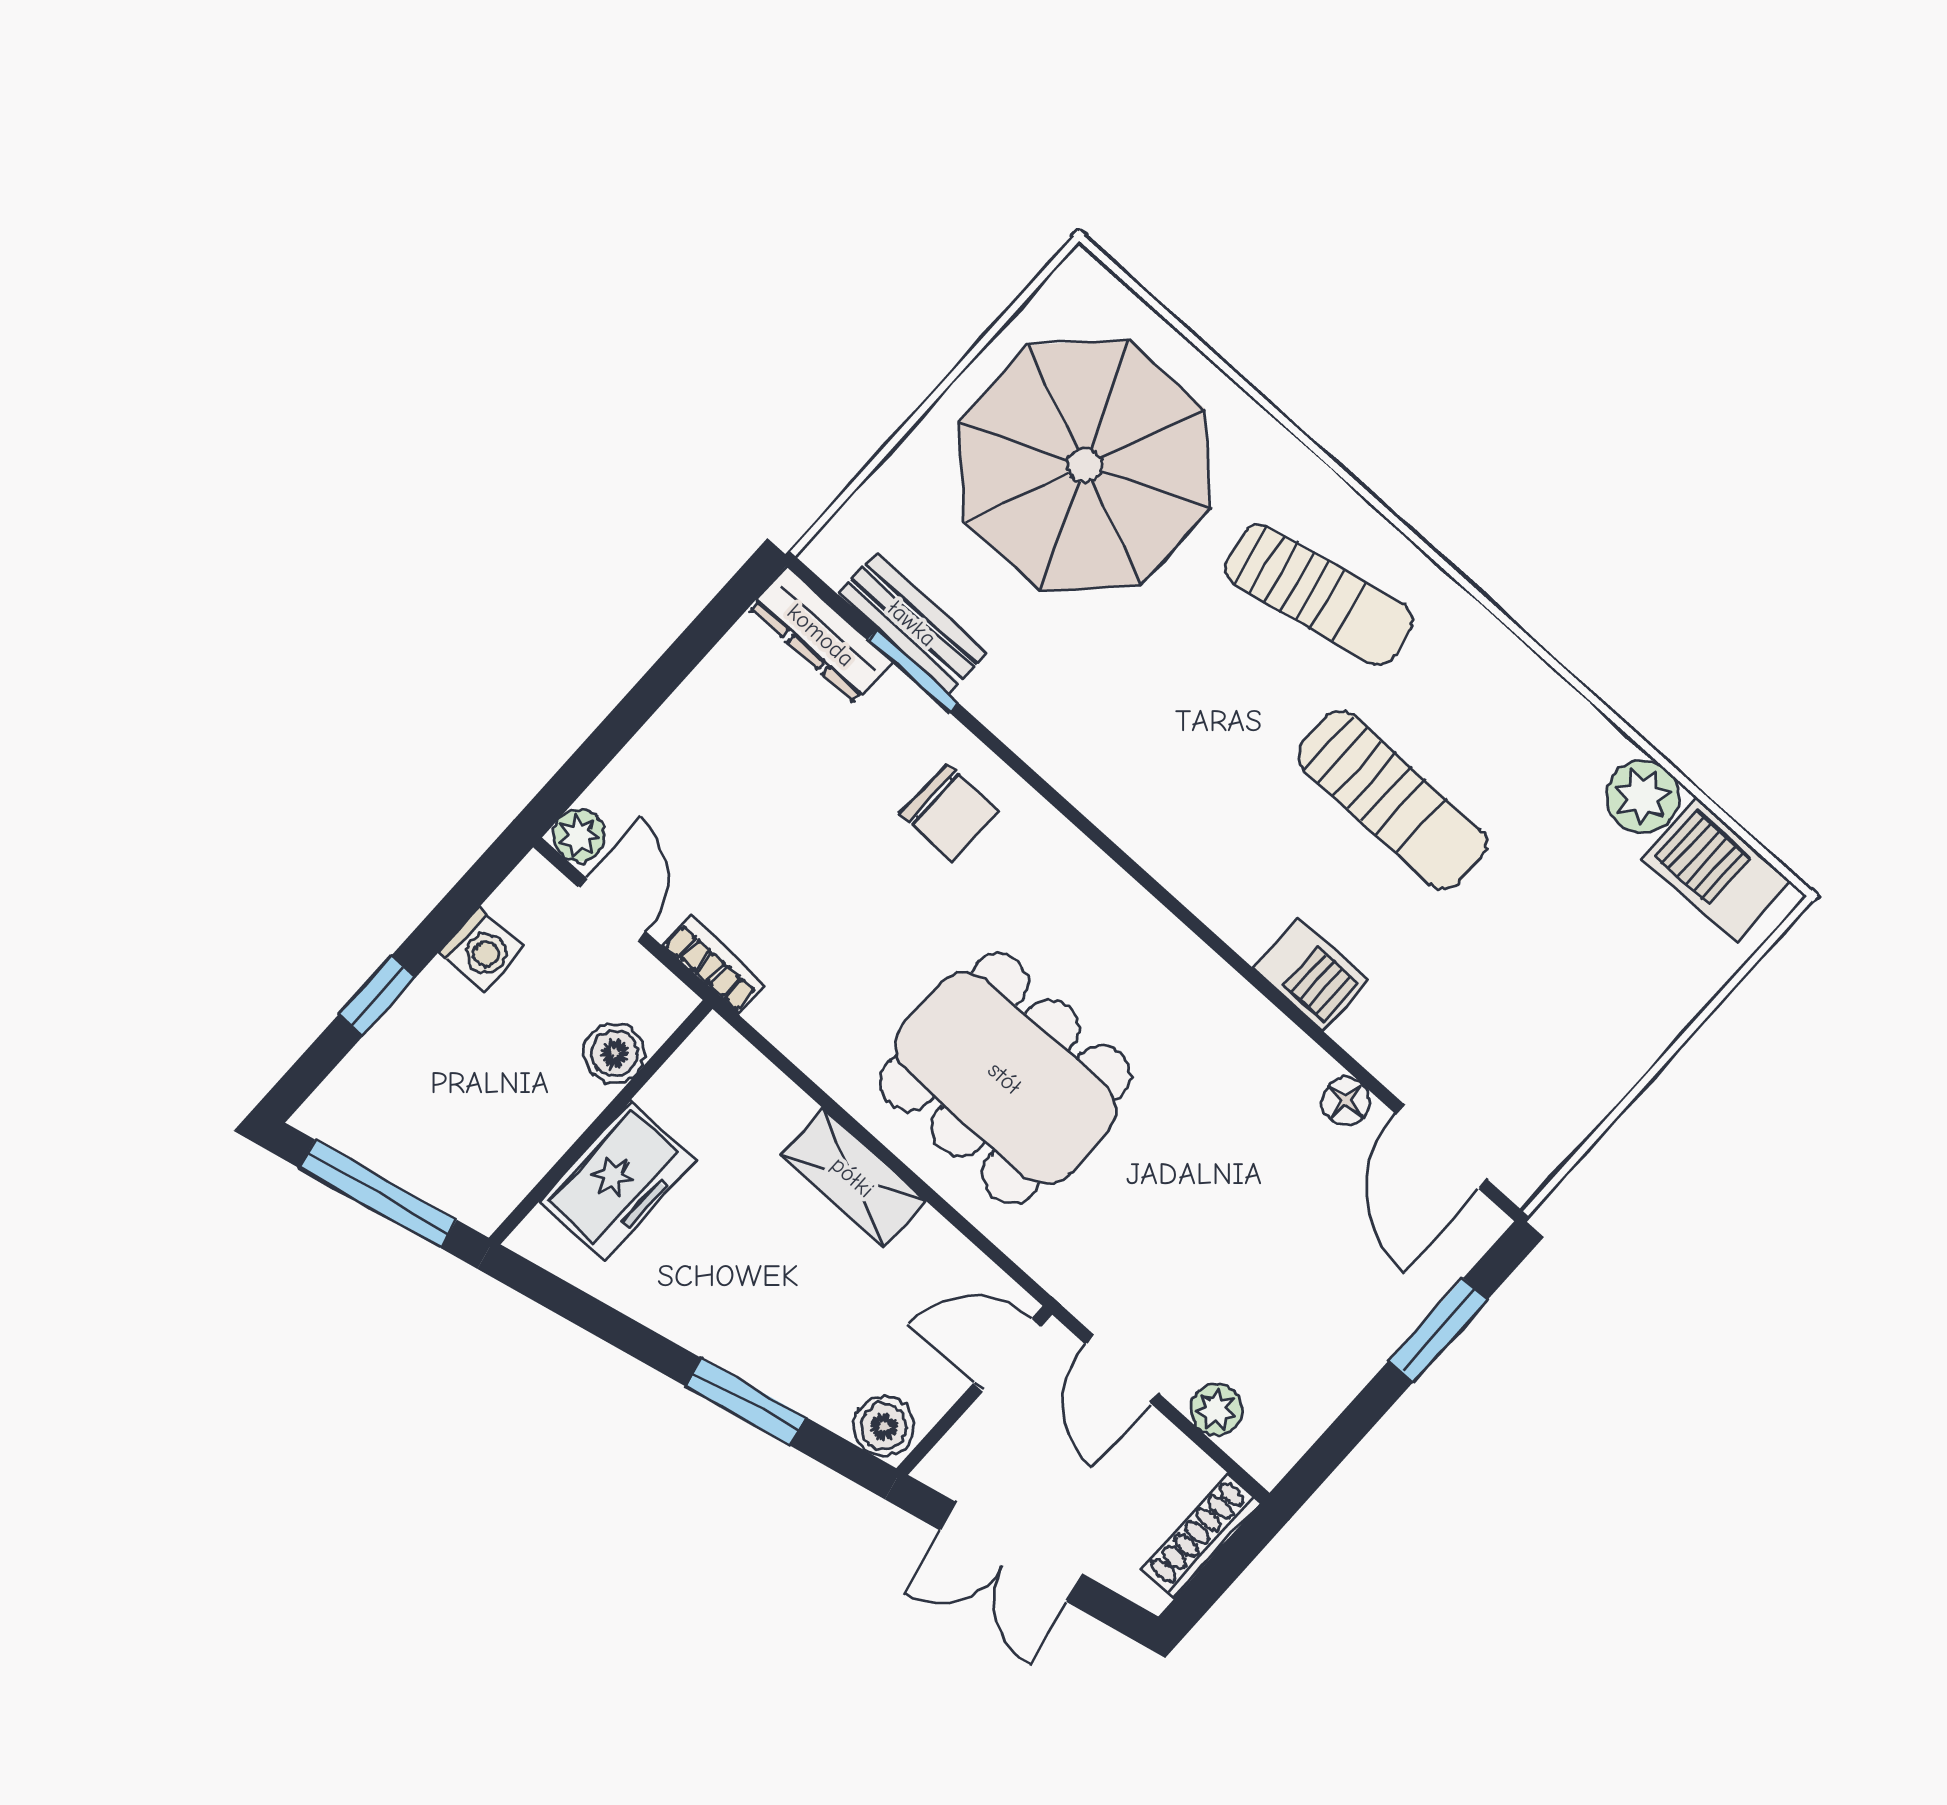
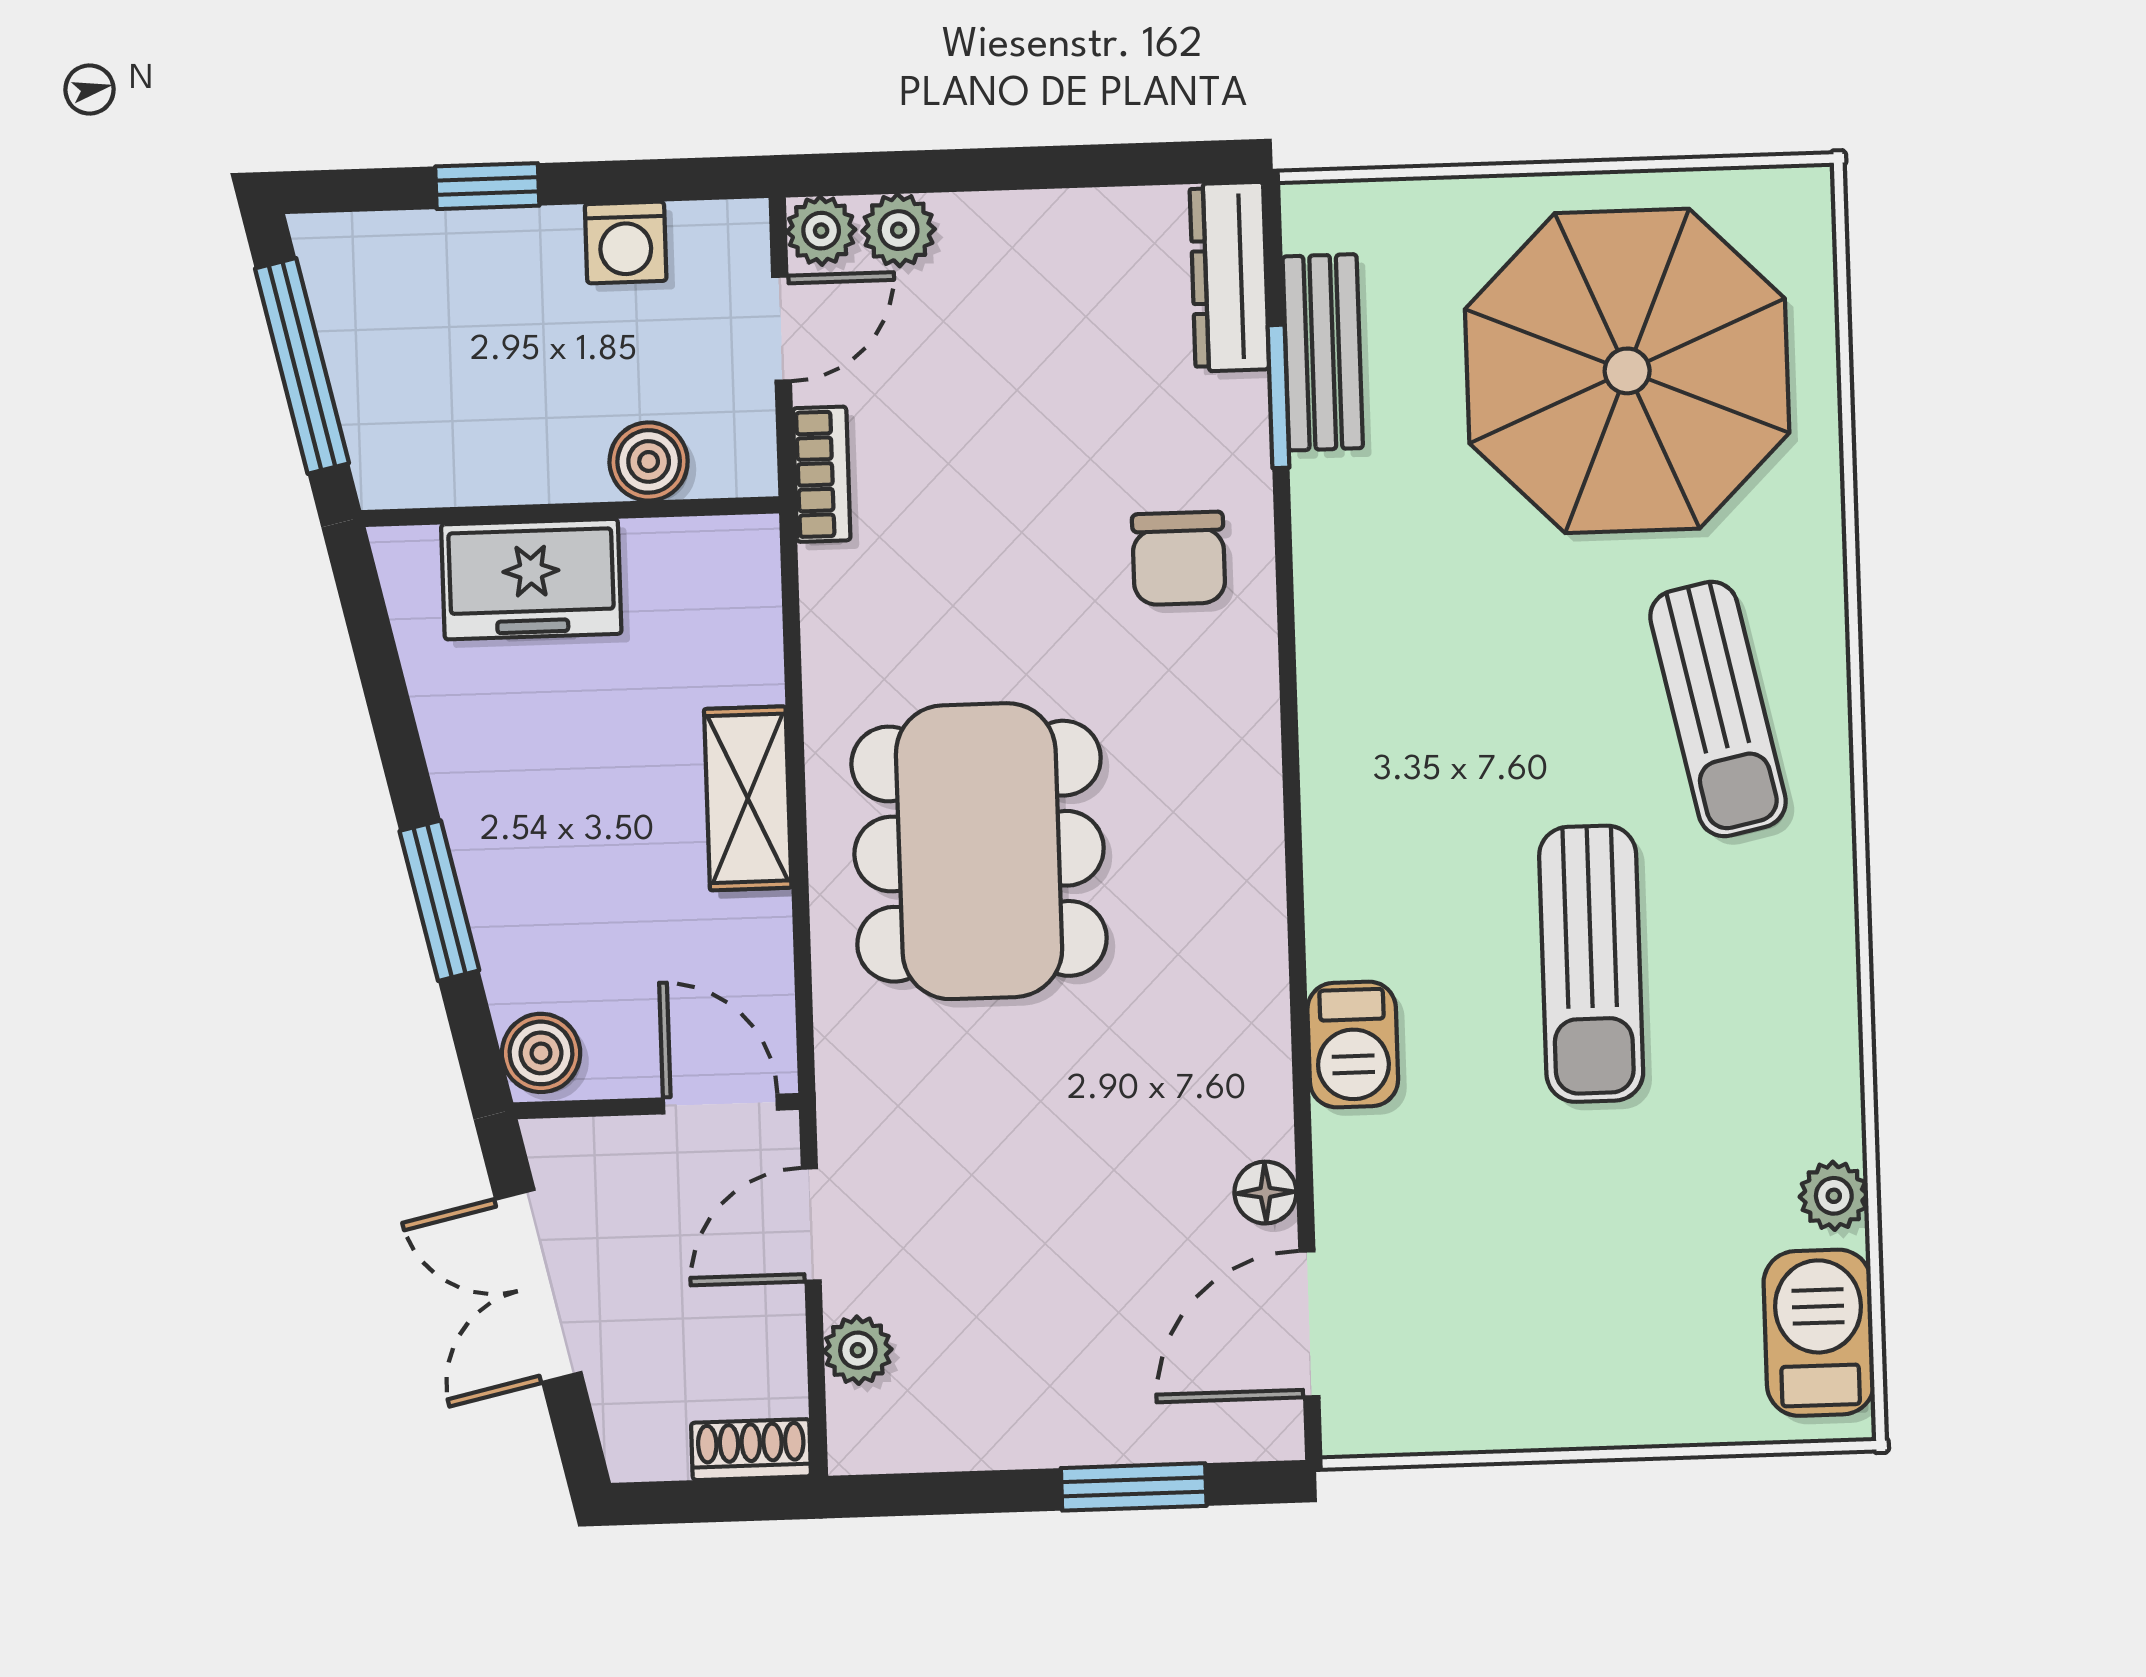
plant: (620, 792) -> (899, 230), added
plant: (1643, 797) -> (1834, 1196), width x0.73, depth x0.73
shoe rack: (1201, 1536) -> (751, 1450), width x0.70

